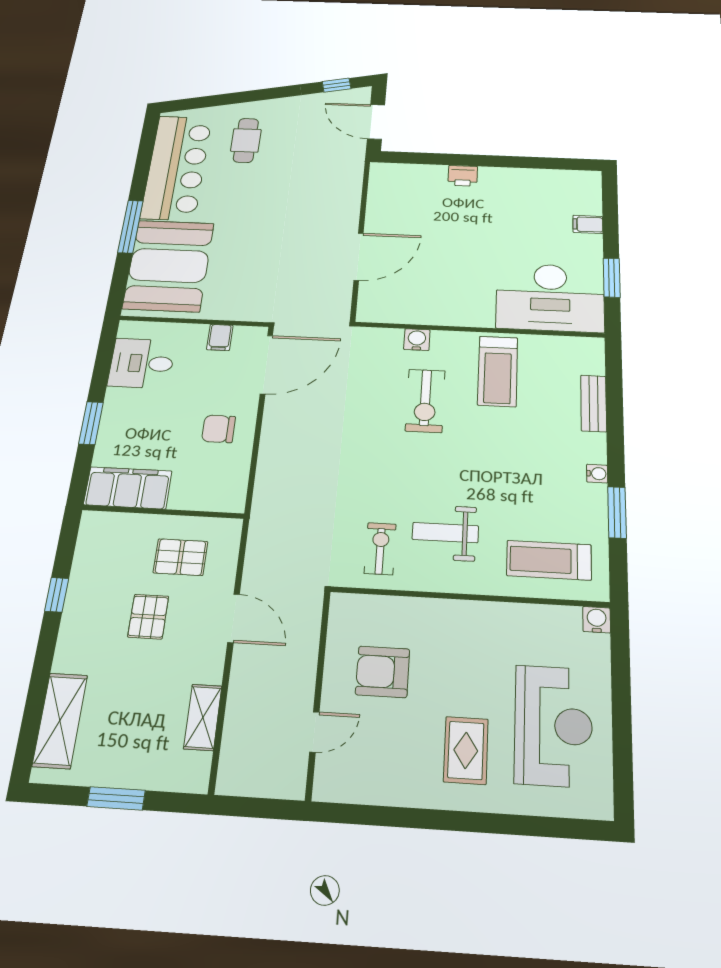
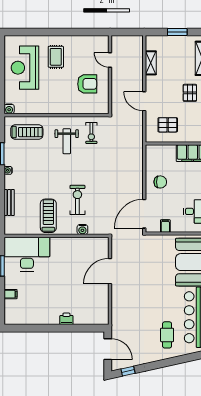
weight bench: (445, 533) -> (67, 141), turned 90
pallet: (148, 617) -> (190, 93), moved
door: (314, 732) -> (110, 60), hinge flipped

